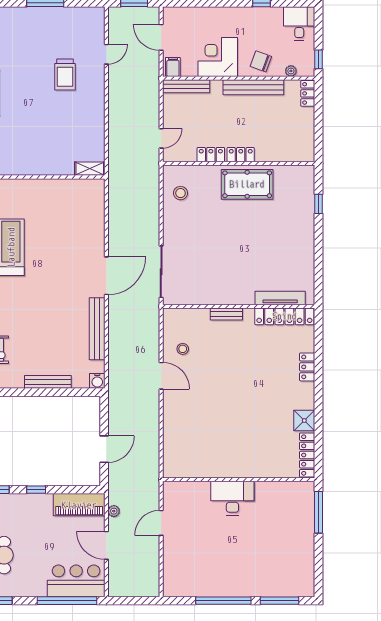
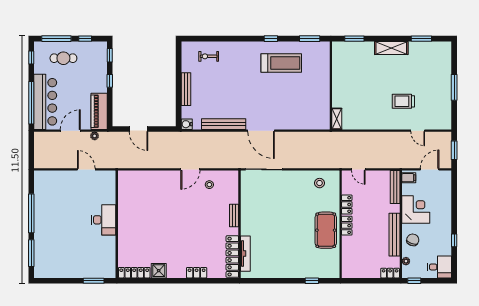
window: (319, 512) -> (94, 281), width x0.69
bar counter: (76, 581) -> (45, 102), width x1.36

